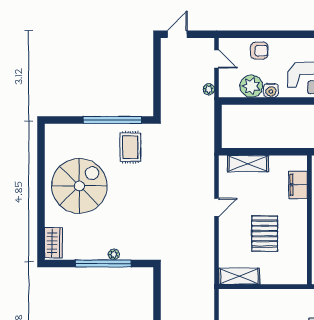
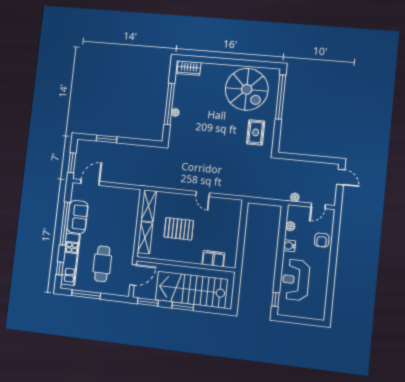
plant: (251, 86) -> (290, 226), width x0.53, depth x0.53
window: (112, 120) -> (281, 97), moved
rug: (130, 147) -> (256, 132), turned 90
shelving: (248, 164) -> (145, 238), moved
spiral stairs: (79, 186) -> (247, 89), moved

